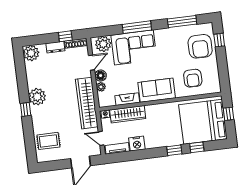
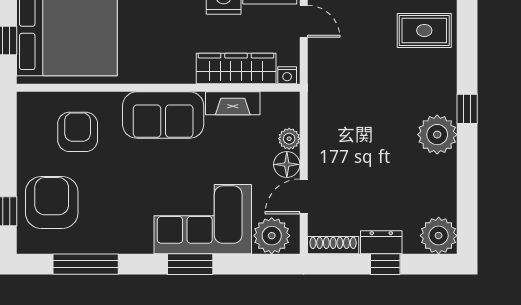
window: (137, 27) -> (190, 264), width x0.69
window: (65, 36) -> (385, 264), moved
wardrobe: (87, 103) -> (326, 106), removed

